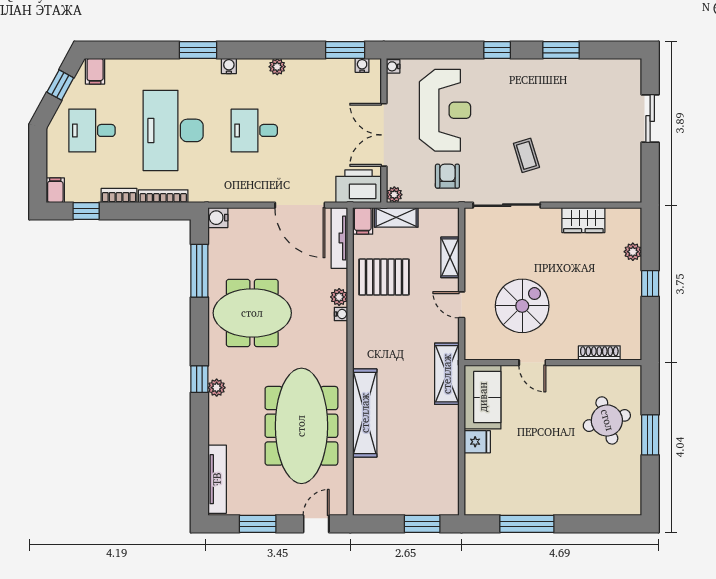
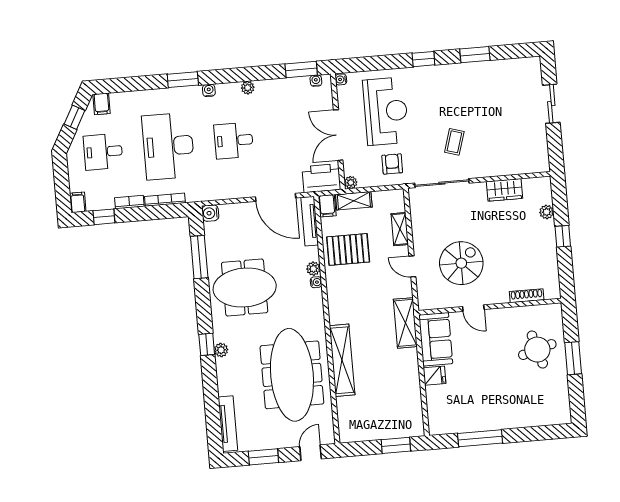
coffee table: (526, 155) -> (454, 142), turned 34

